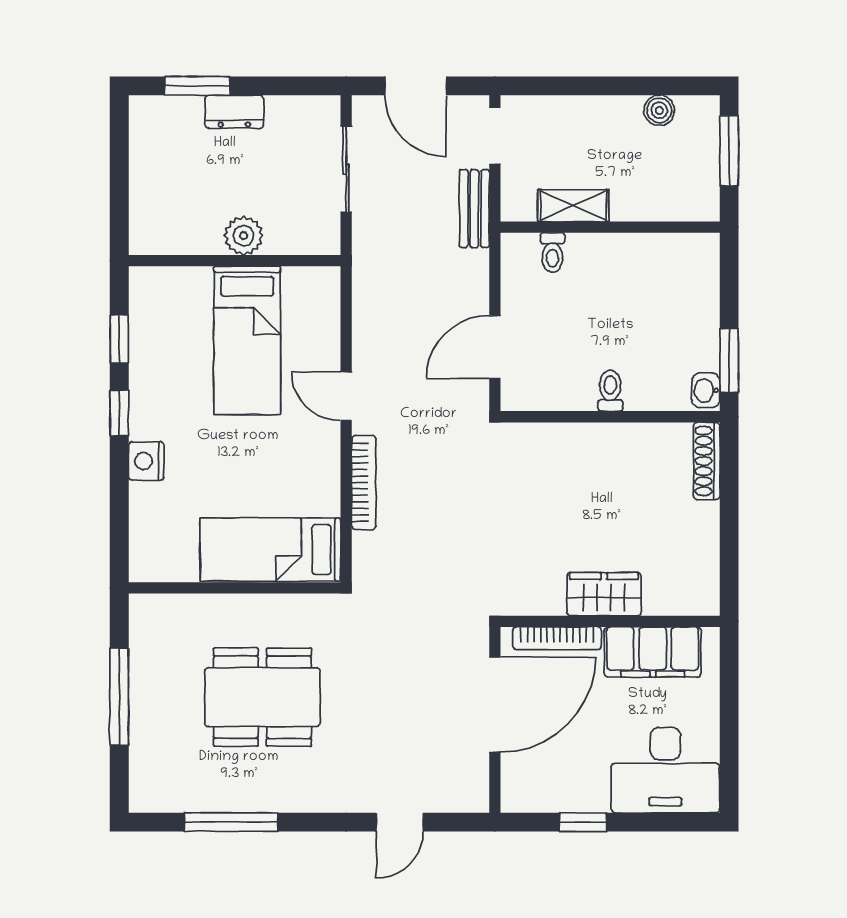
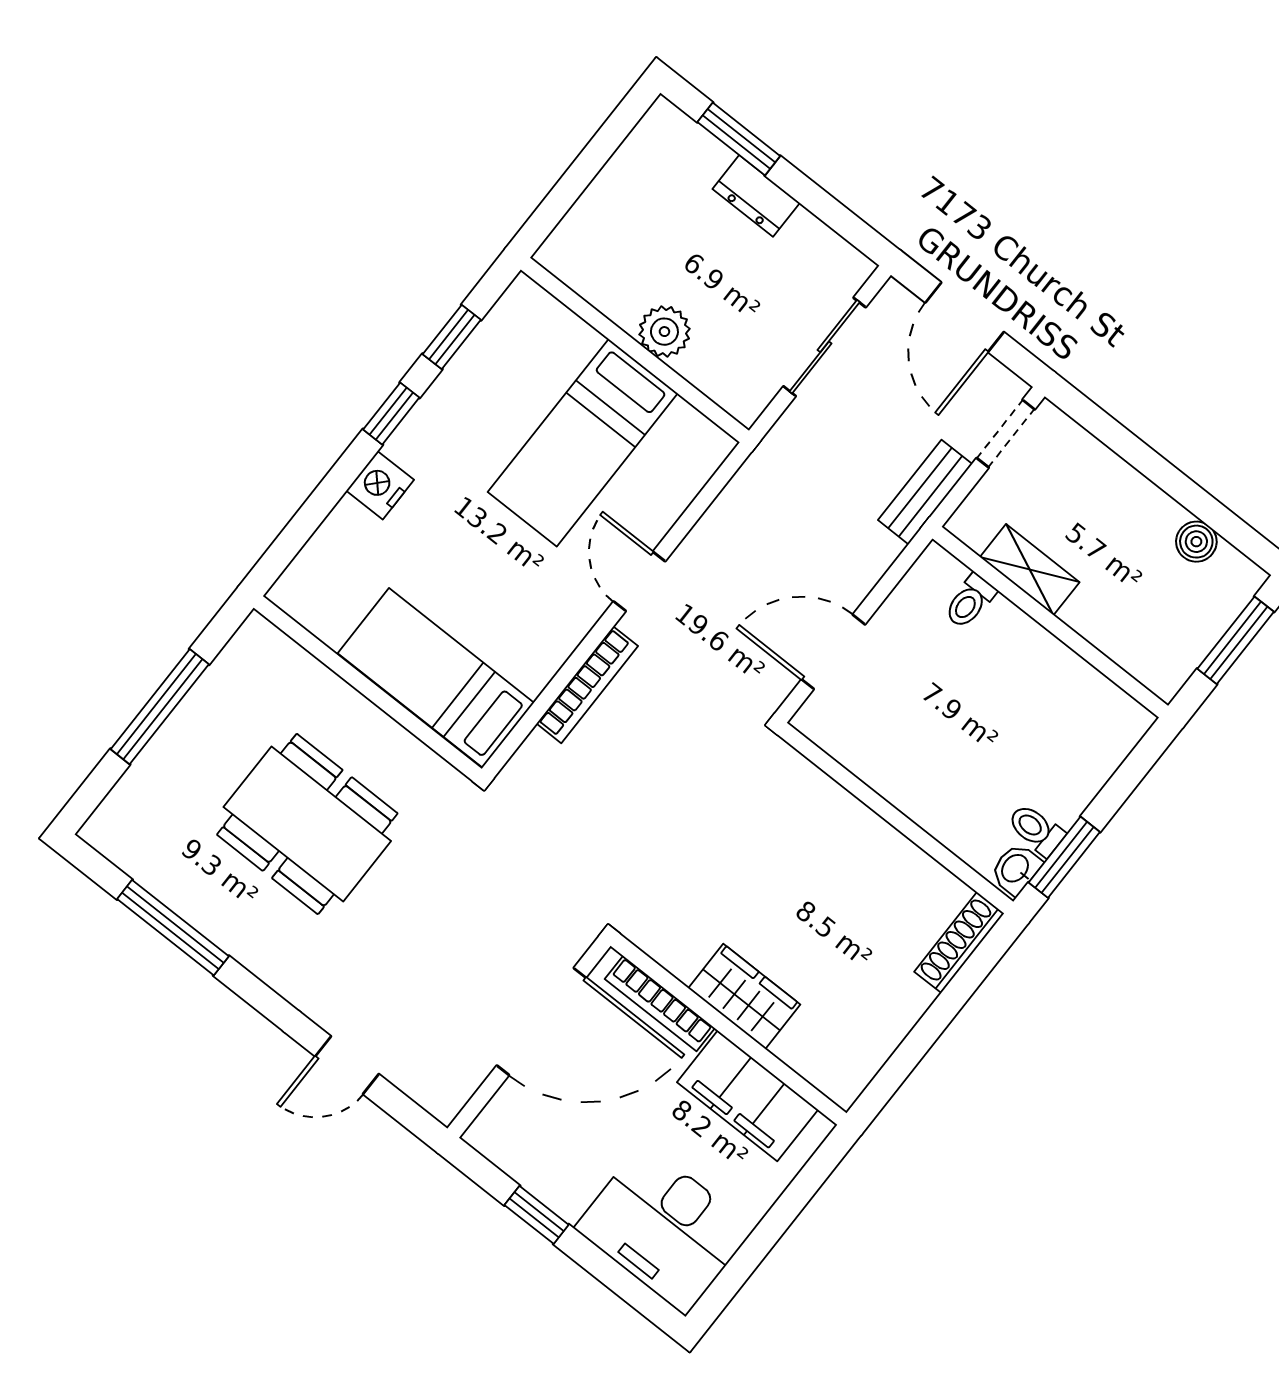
toilet: (610, 391) -> (1036, 830), moved, turned -90

